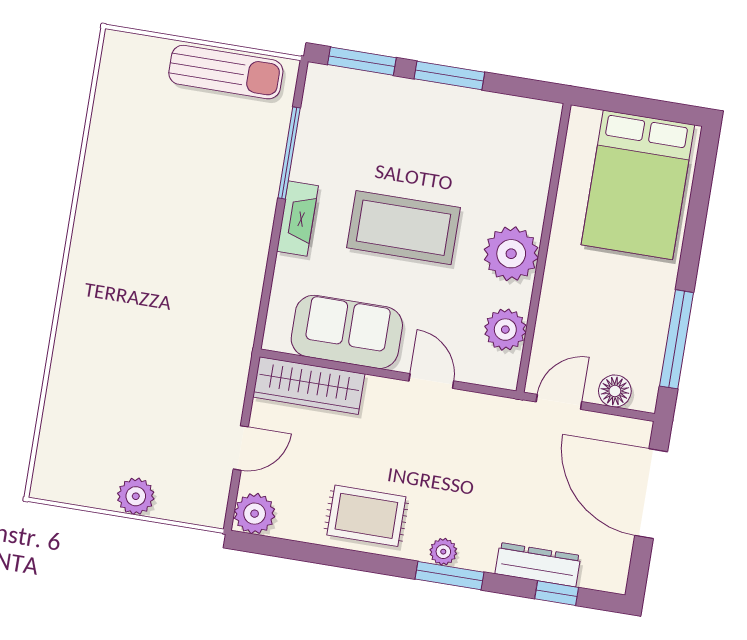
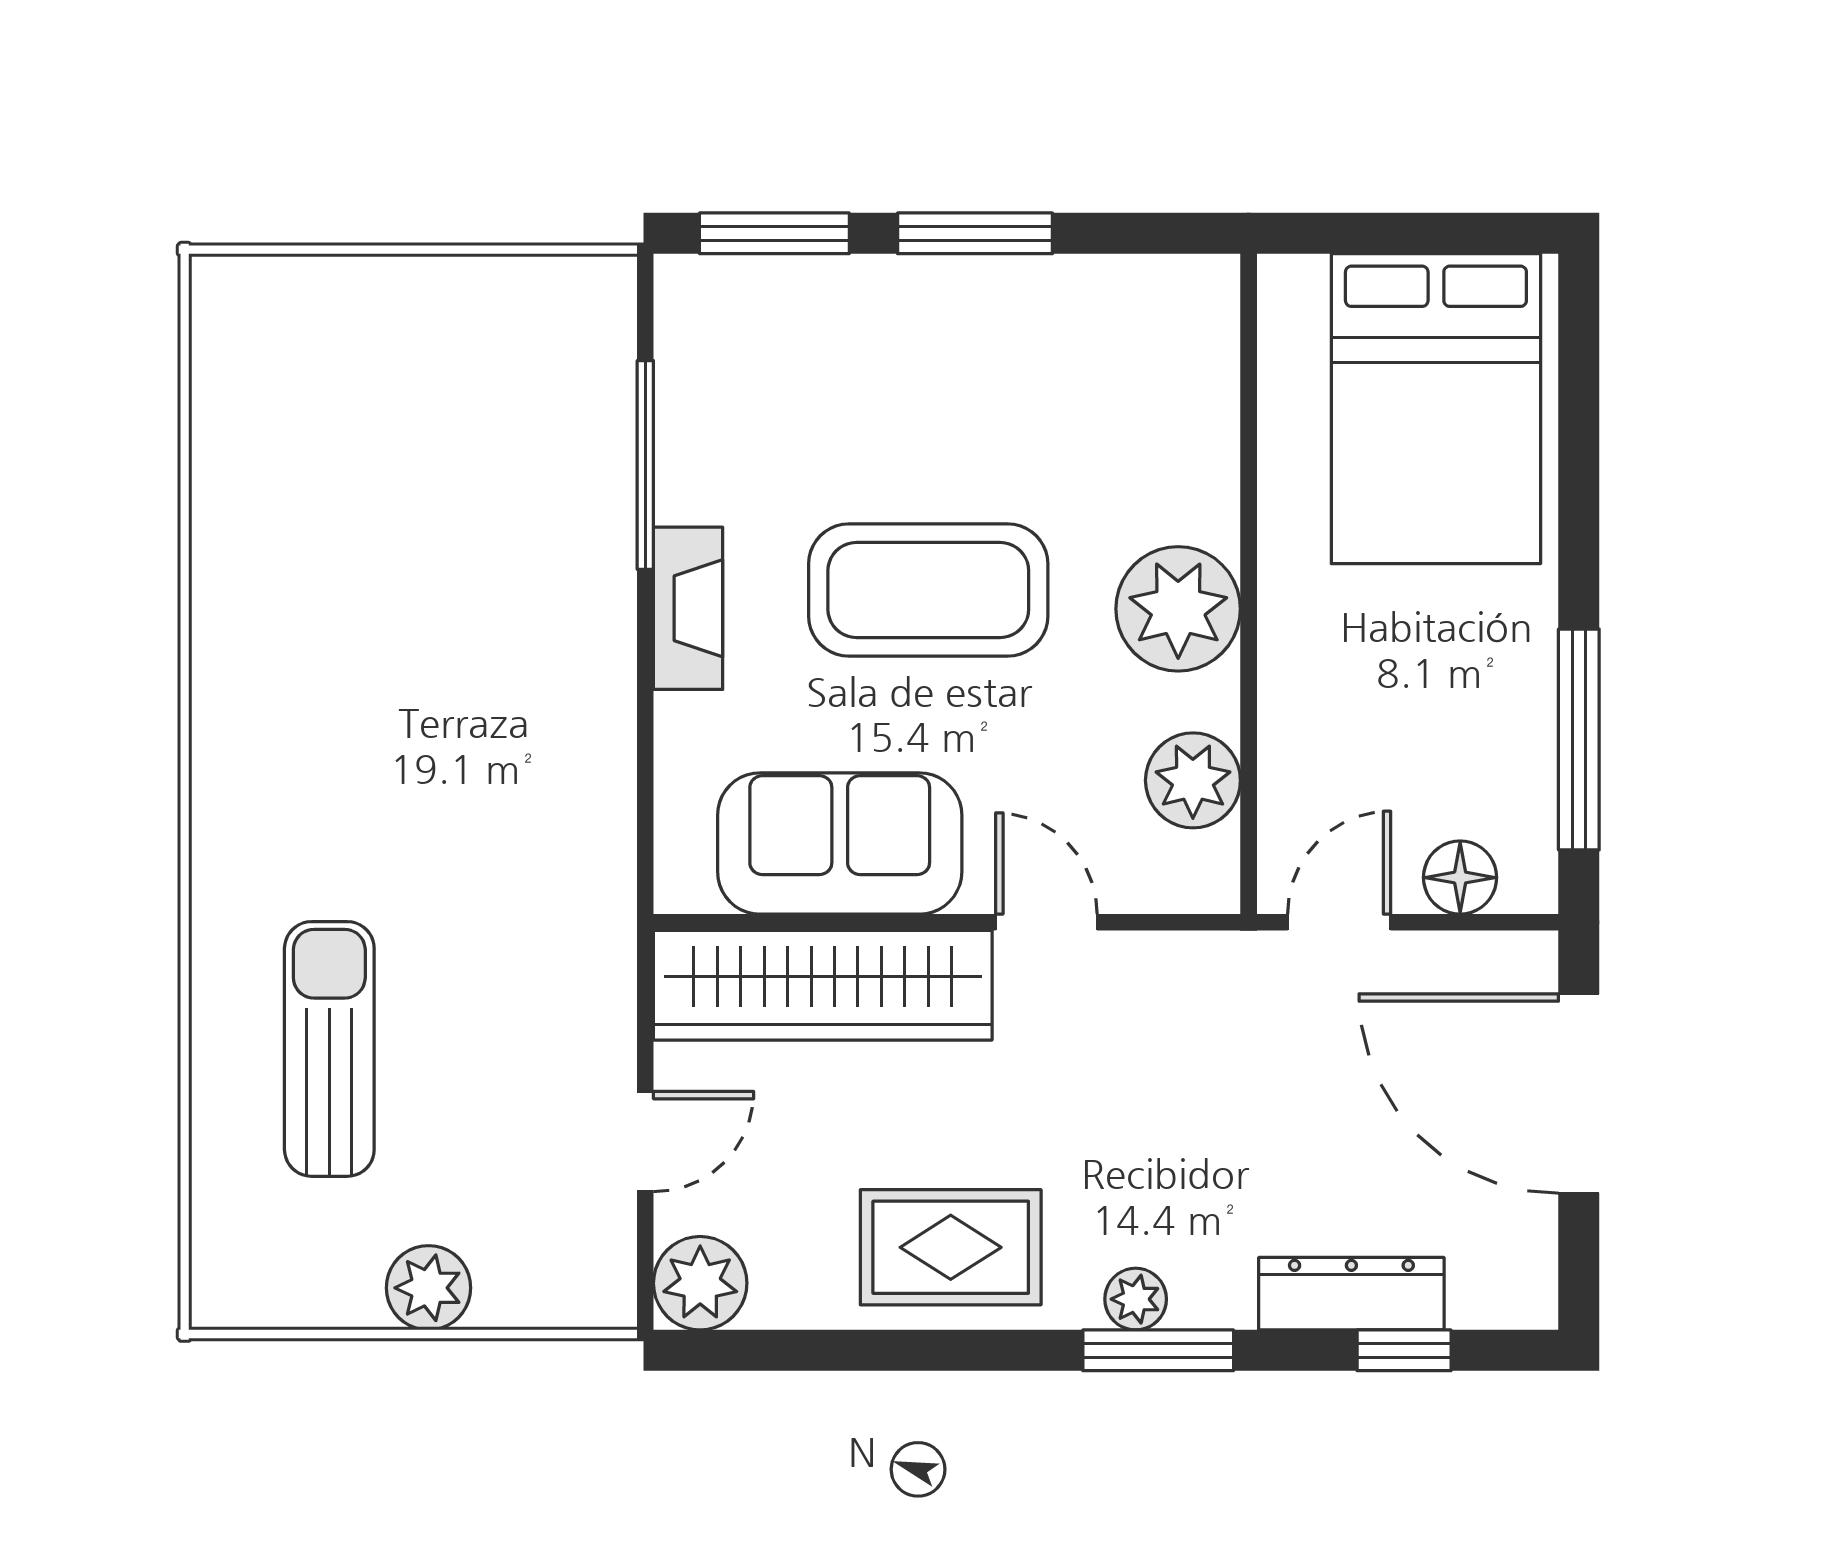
sun lounger: (226, 72) -> (329, 1049), moved, turned -90
wardrobe: (309, 385) -> (823, 985), width x1.40, depth x1.17

